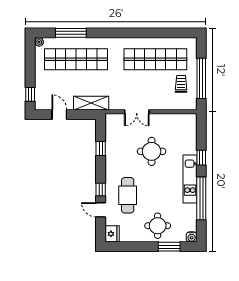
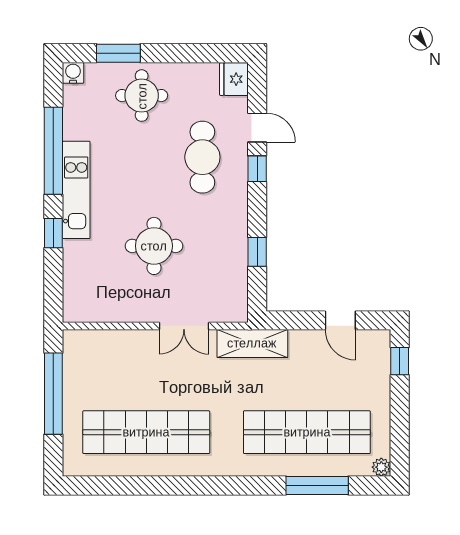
trolley: (181, 84) -> (94, 382), removed
shelving: (91, 103) -> (252, 343), moved
double door: (137, 112) -> (184, 326), swing flipped

